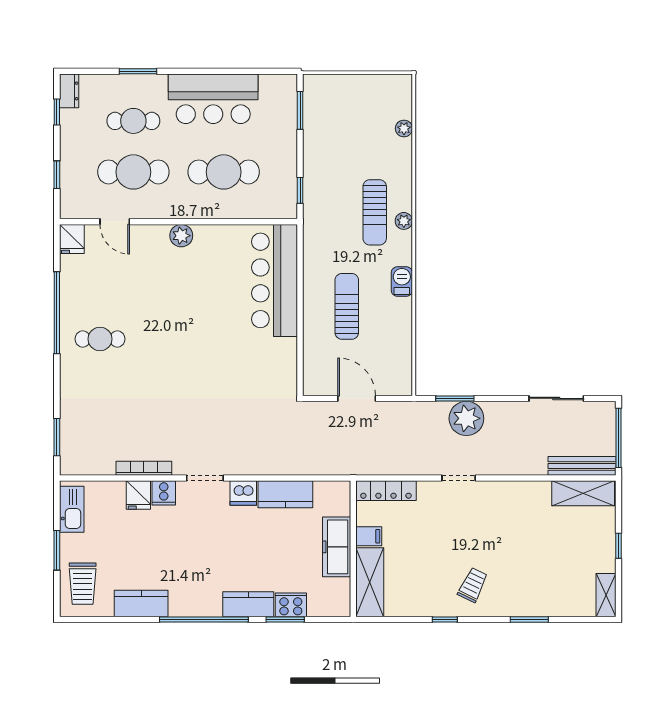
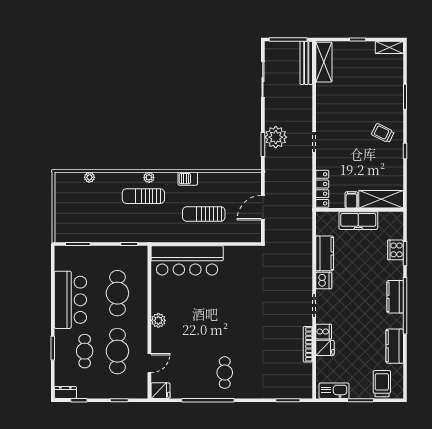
sun lounger: (375, 212) -> (143, 196), turned 180
trolley: (83, 584) -> (382, 384), turned -90
kitchen counter: (248, 604) -> (395, 297), moved

